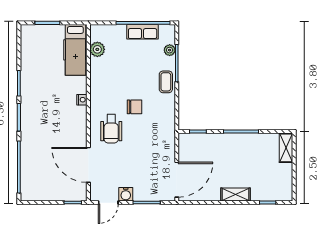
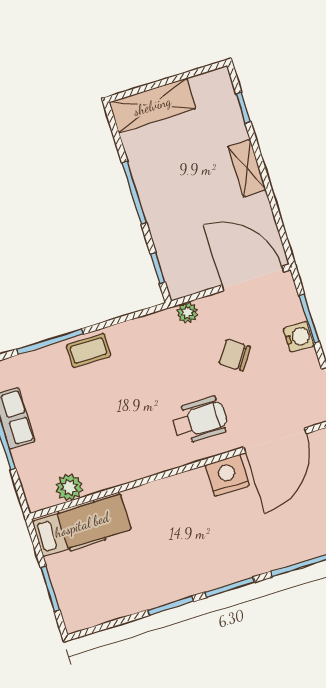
plant: (170, 50) -> (187, 313), moved
nightstand: (82, 100) -> (227, 475), moved, width x1.89, depth x1.79
chair: (134, 107) -> (235, 355), moved, turned -55
shelving: (286, 148) -> (152, 106), width x1.50, depth x1.33
water cooler: (126, 194) -> (299, 337), moved

